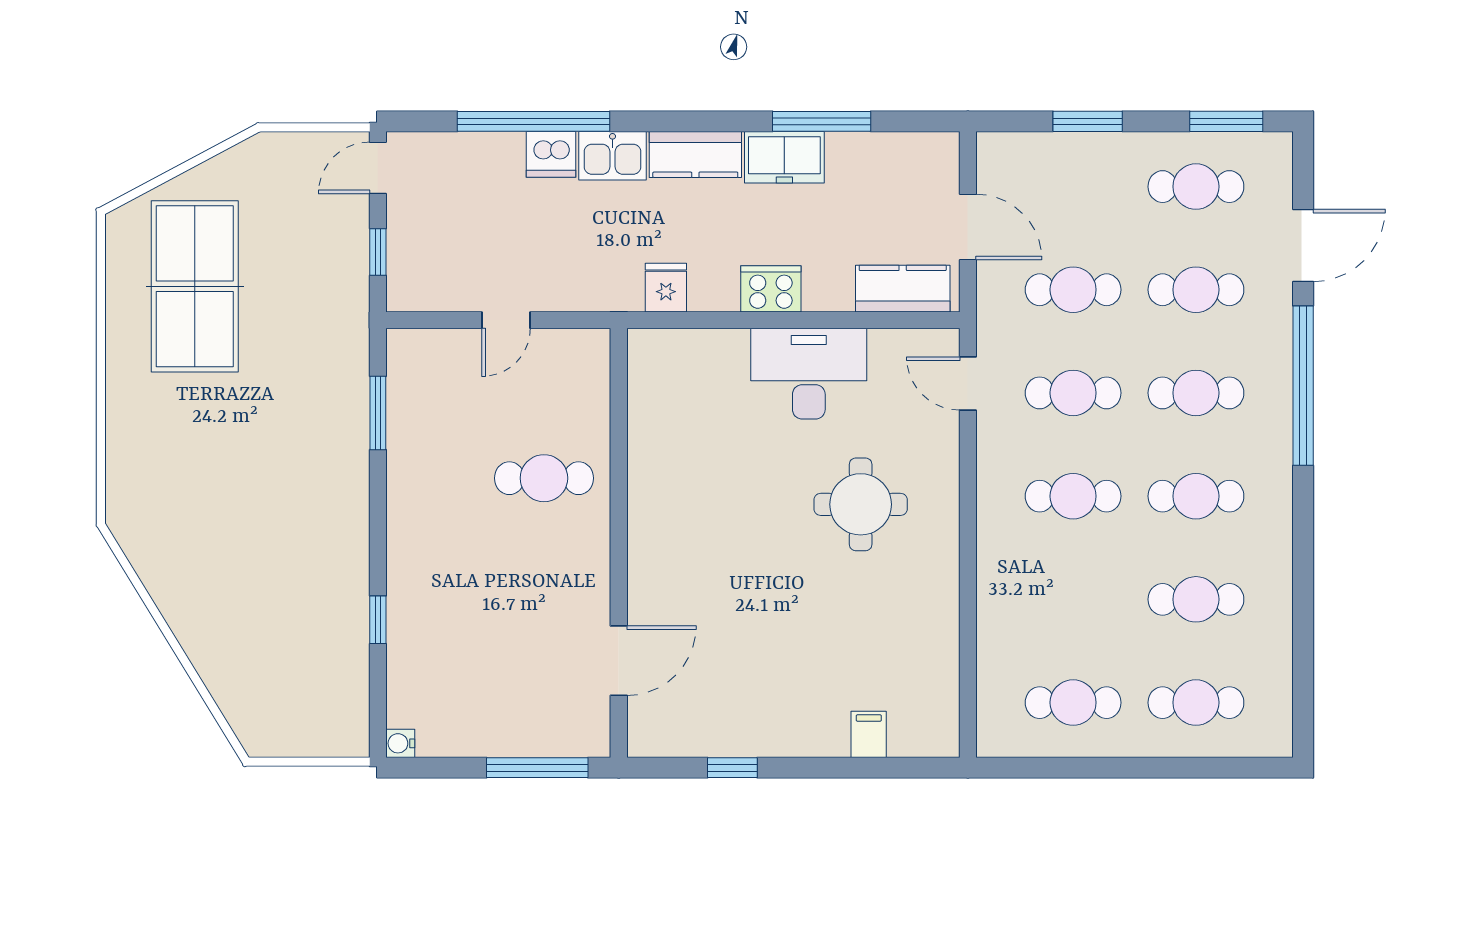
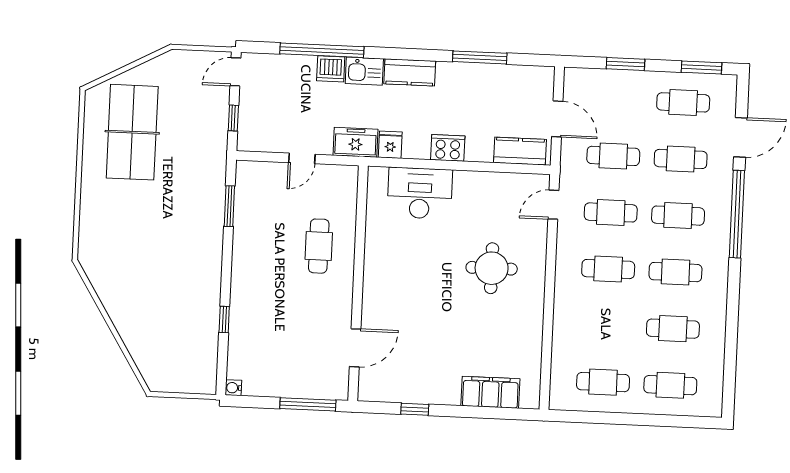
freezer: (784, 157) -> (356, 142), moved, turned 180
desk: (809, 374) -> (420, 193), moved
door: (968, 384) -> (553, 205), hinge flipped
cafe table: (544, 478) -> (319, 246), turned 90
filing cabinet: (869, 734) -> (490, 392), width x3.00, depth x1.17

